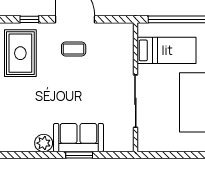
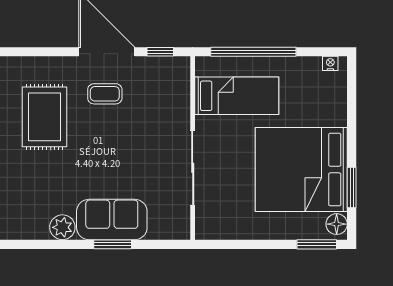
window: (29, 19) -> (160, 52), moved
rug: (20, 53) -> (45, 117), moved

